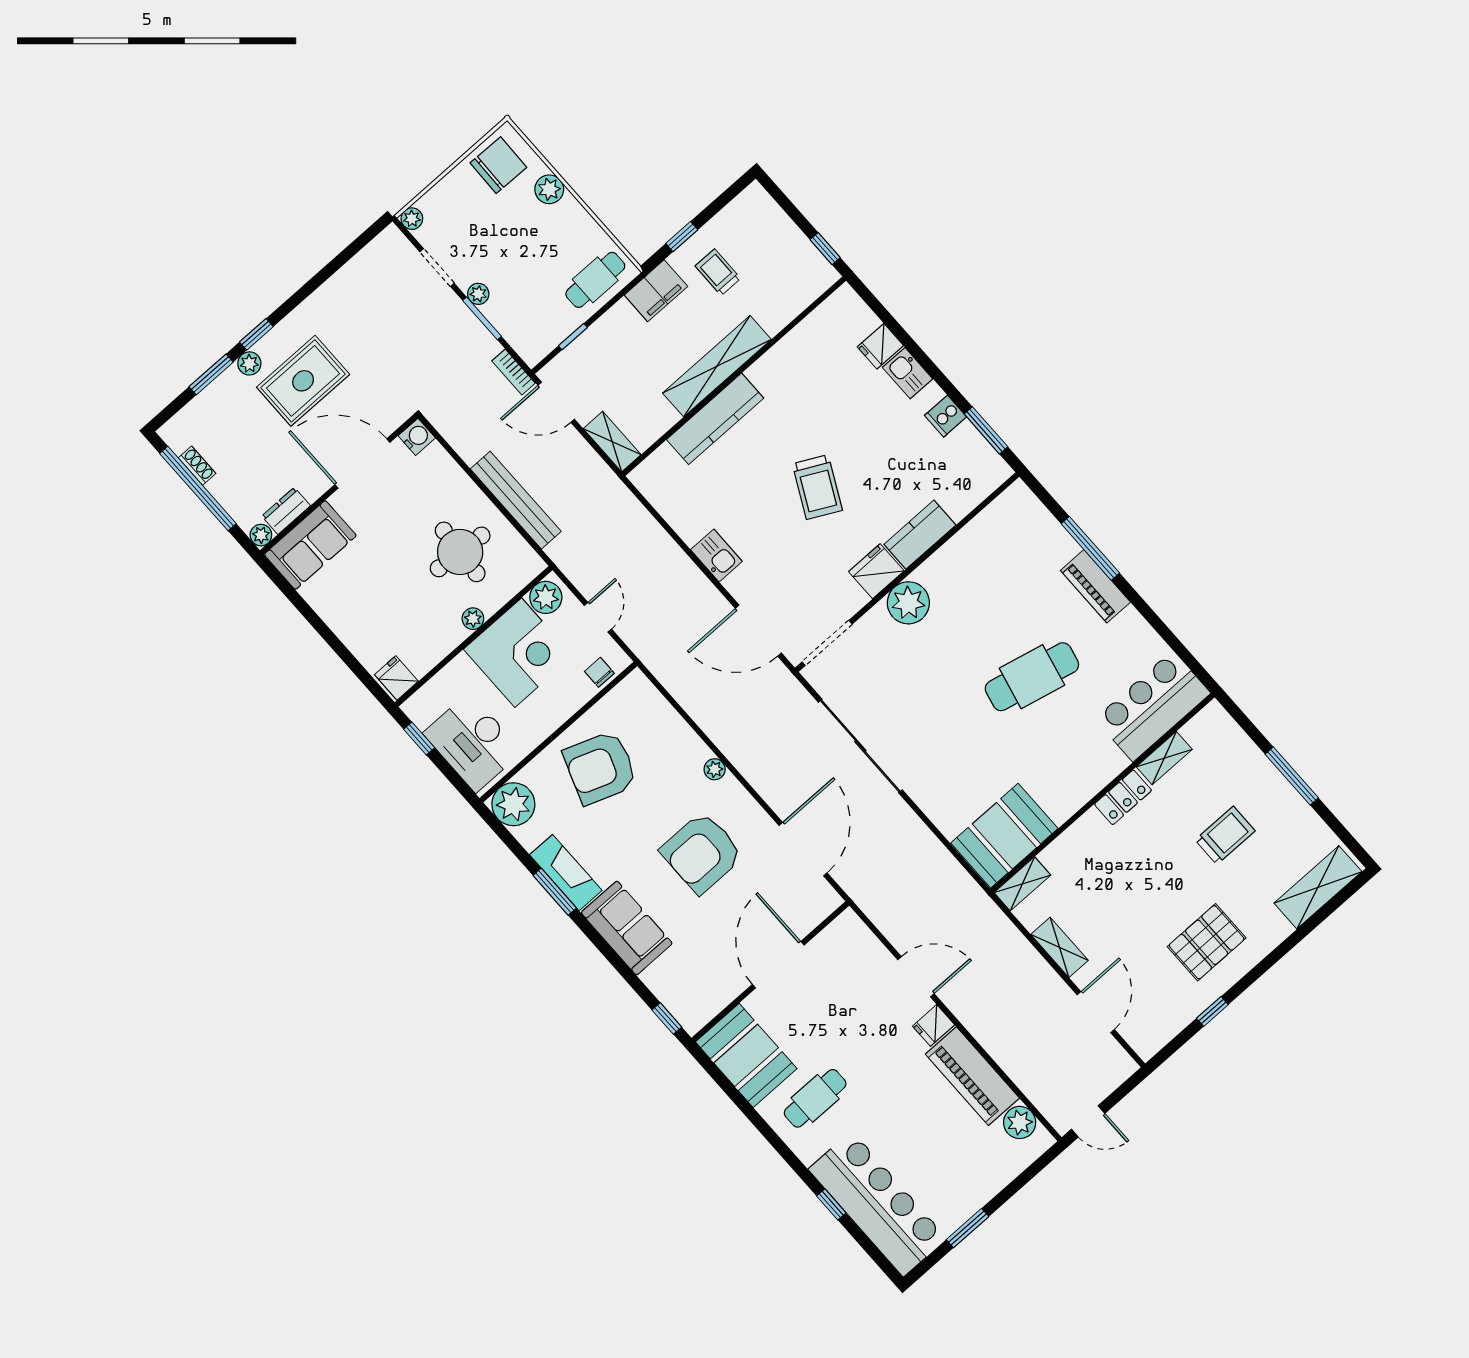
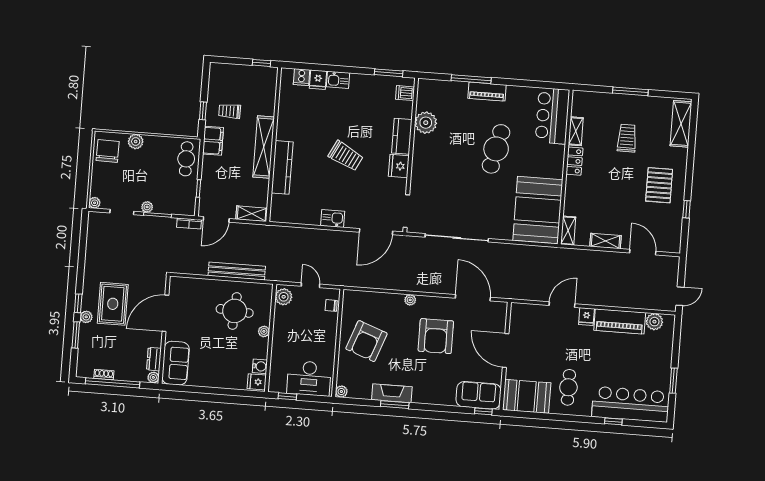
cooker: (945, 416) -> (302, 77), moved
water cooler: (417, 437) -> (260, 366), moved, turned 90
dishwasher: (981, 480) -> (405, 93), added
plant: (908, 603) -> (426, 123), moved
corner desk: (518, 653) -> (293, 328), removed
plant: (513, 804) -> (341, 392), width x0.53, depth x0.53
booth: (1004, 836) -> (538, 210), width x1.36, depth x1.42
sofa: (627, 928) -> (479, 395), moved

